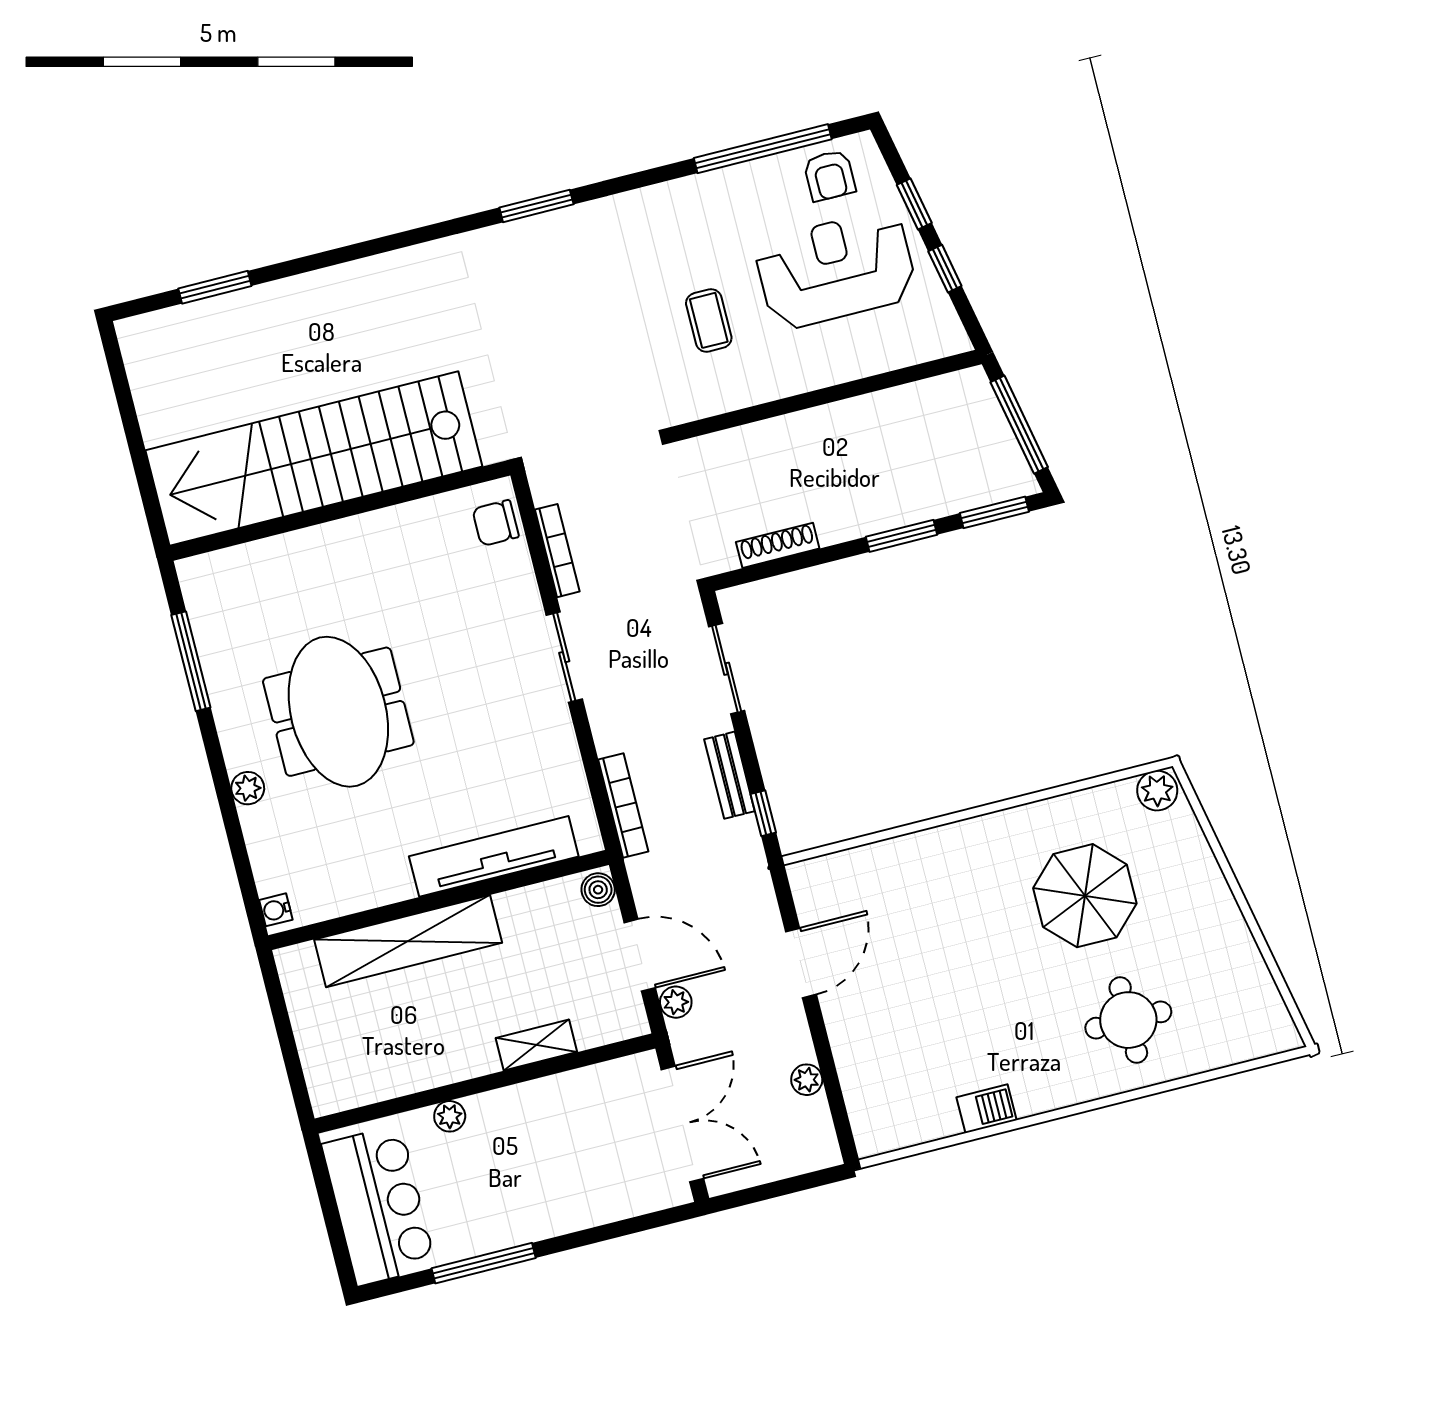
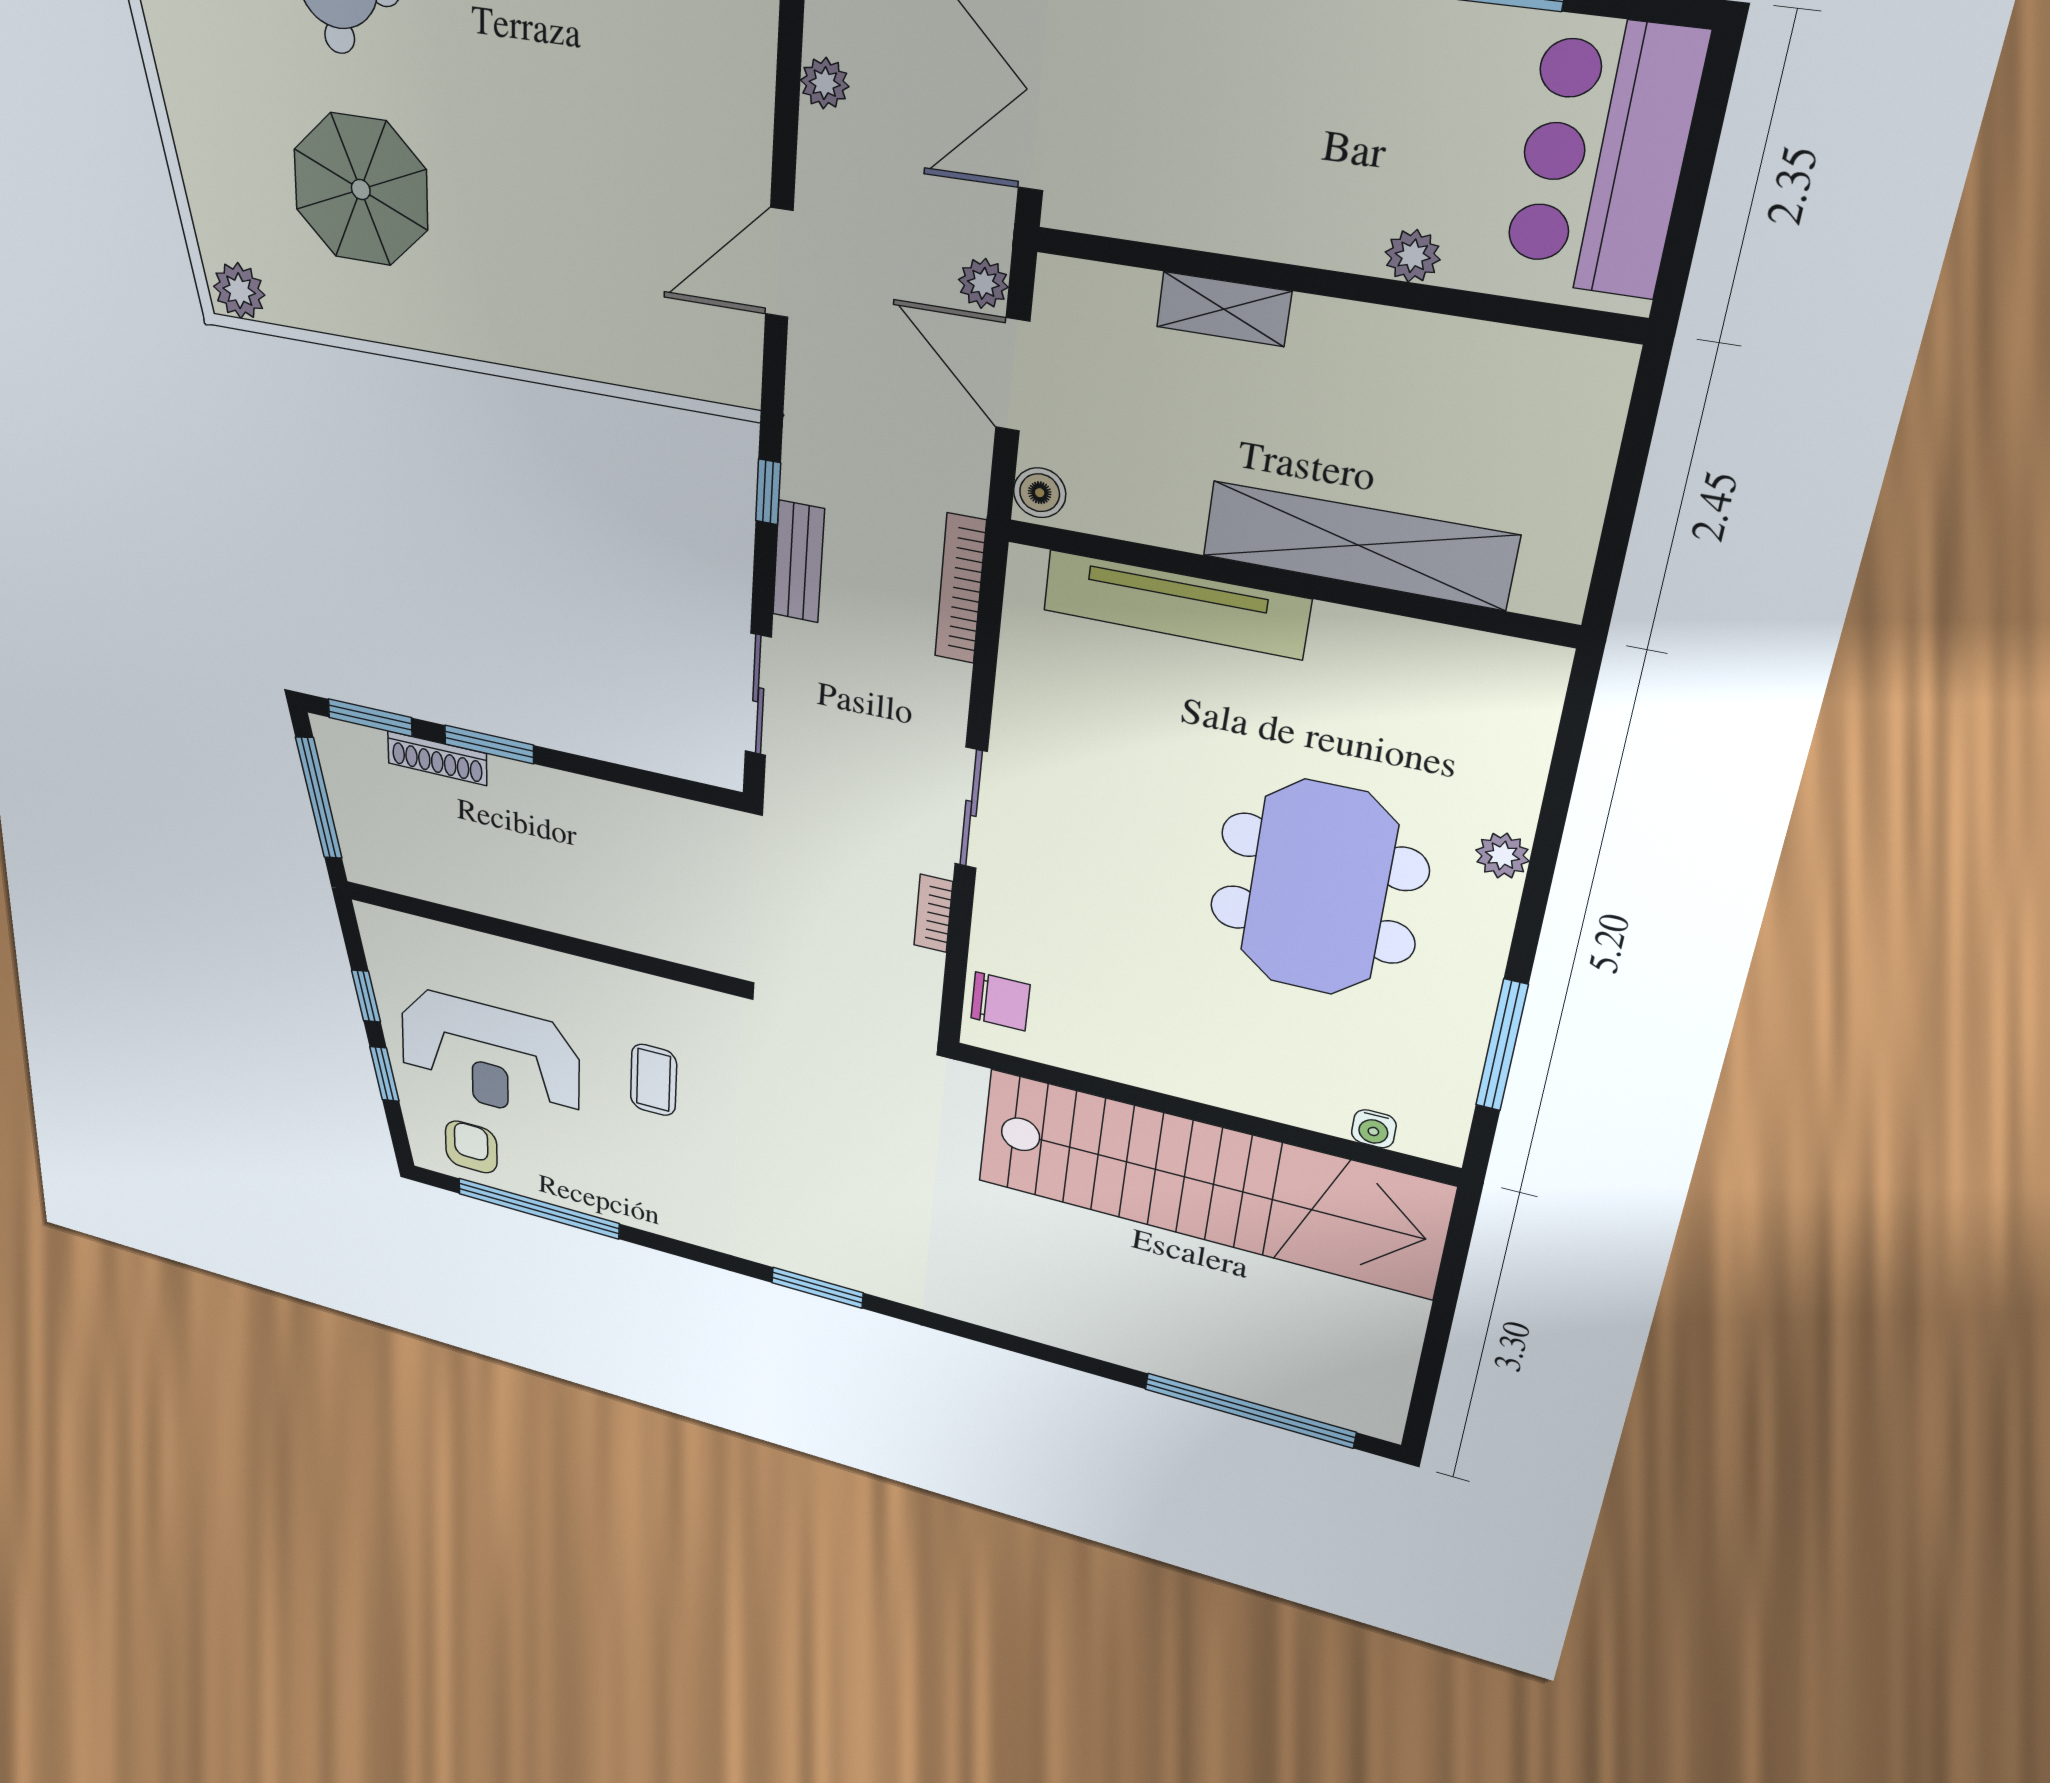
window: (215, 287) -> (1250, 1410), width x2.11
shoe rack: (778, 545) -> (437, 758), moved
bookcase: (557, 551) -> (933, 913), width x0.64
water cooler: (276, 910) -> (1374, 1129), moved, turned 90

